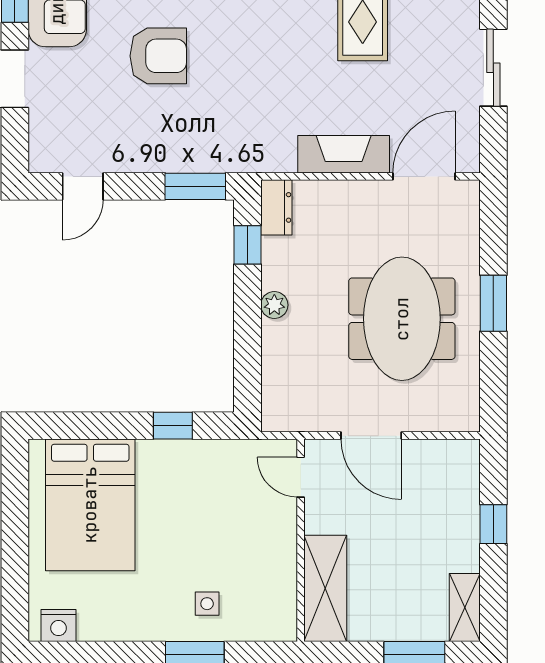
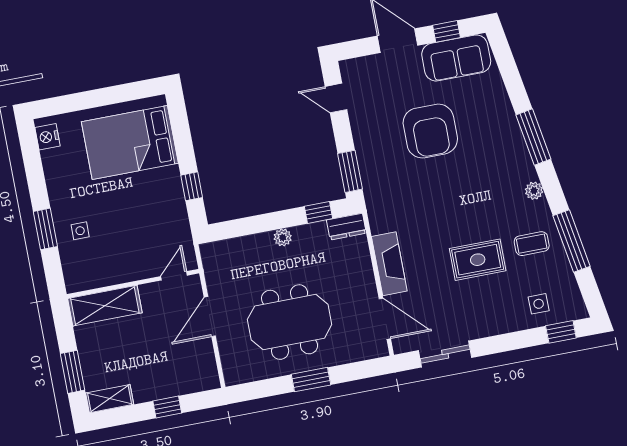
armchair: (158, 56) -> (430, 131), width x1.36, depth x1.36
sliding door: (493, 68) -> (445, 354), moved

